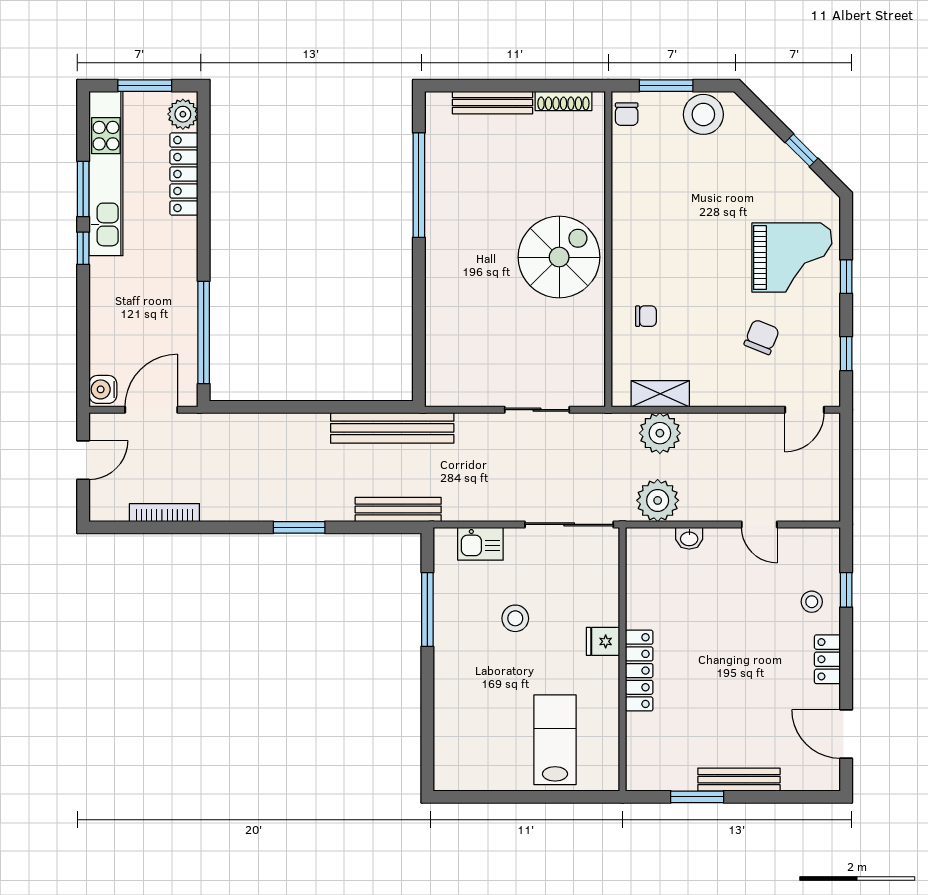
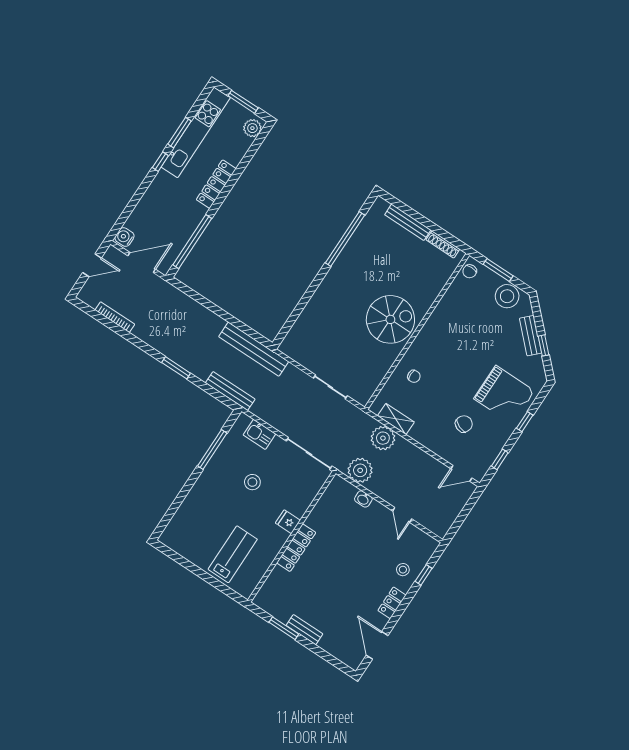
bench: (774, 149) -> (531, 336), added
locker: (184, 174) -> (216, 184), moved
bench: (739, 780) -> (304, 630), width x0.73

